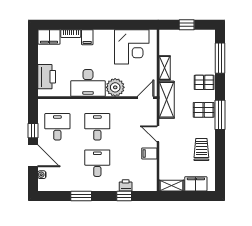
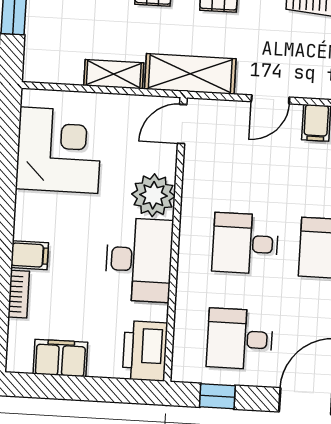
filing cabinet: (49, 37) -> (60, 358), moved, turned -90
printer: (47, 77) -> (145, 351), moved, turned -90
door: (146, 98) -> (182, 124), hinge flipped
window: (33, 131) -> (217, 396), moved

